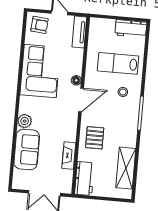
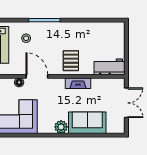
pallet: (95, 138) -> (71, 61), turned 90
fireplace: (69, 156) -> (78, 83), moved
shelving: (126, 168) -> (96, 29), removed

